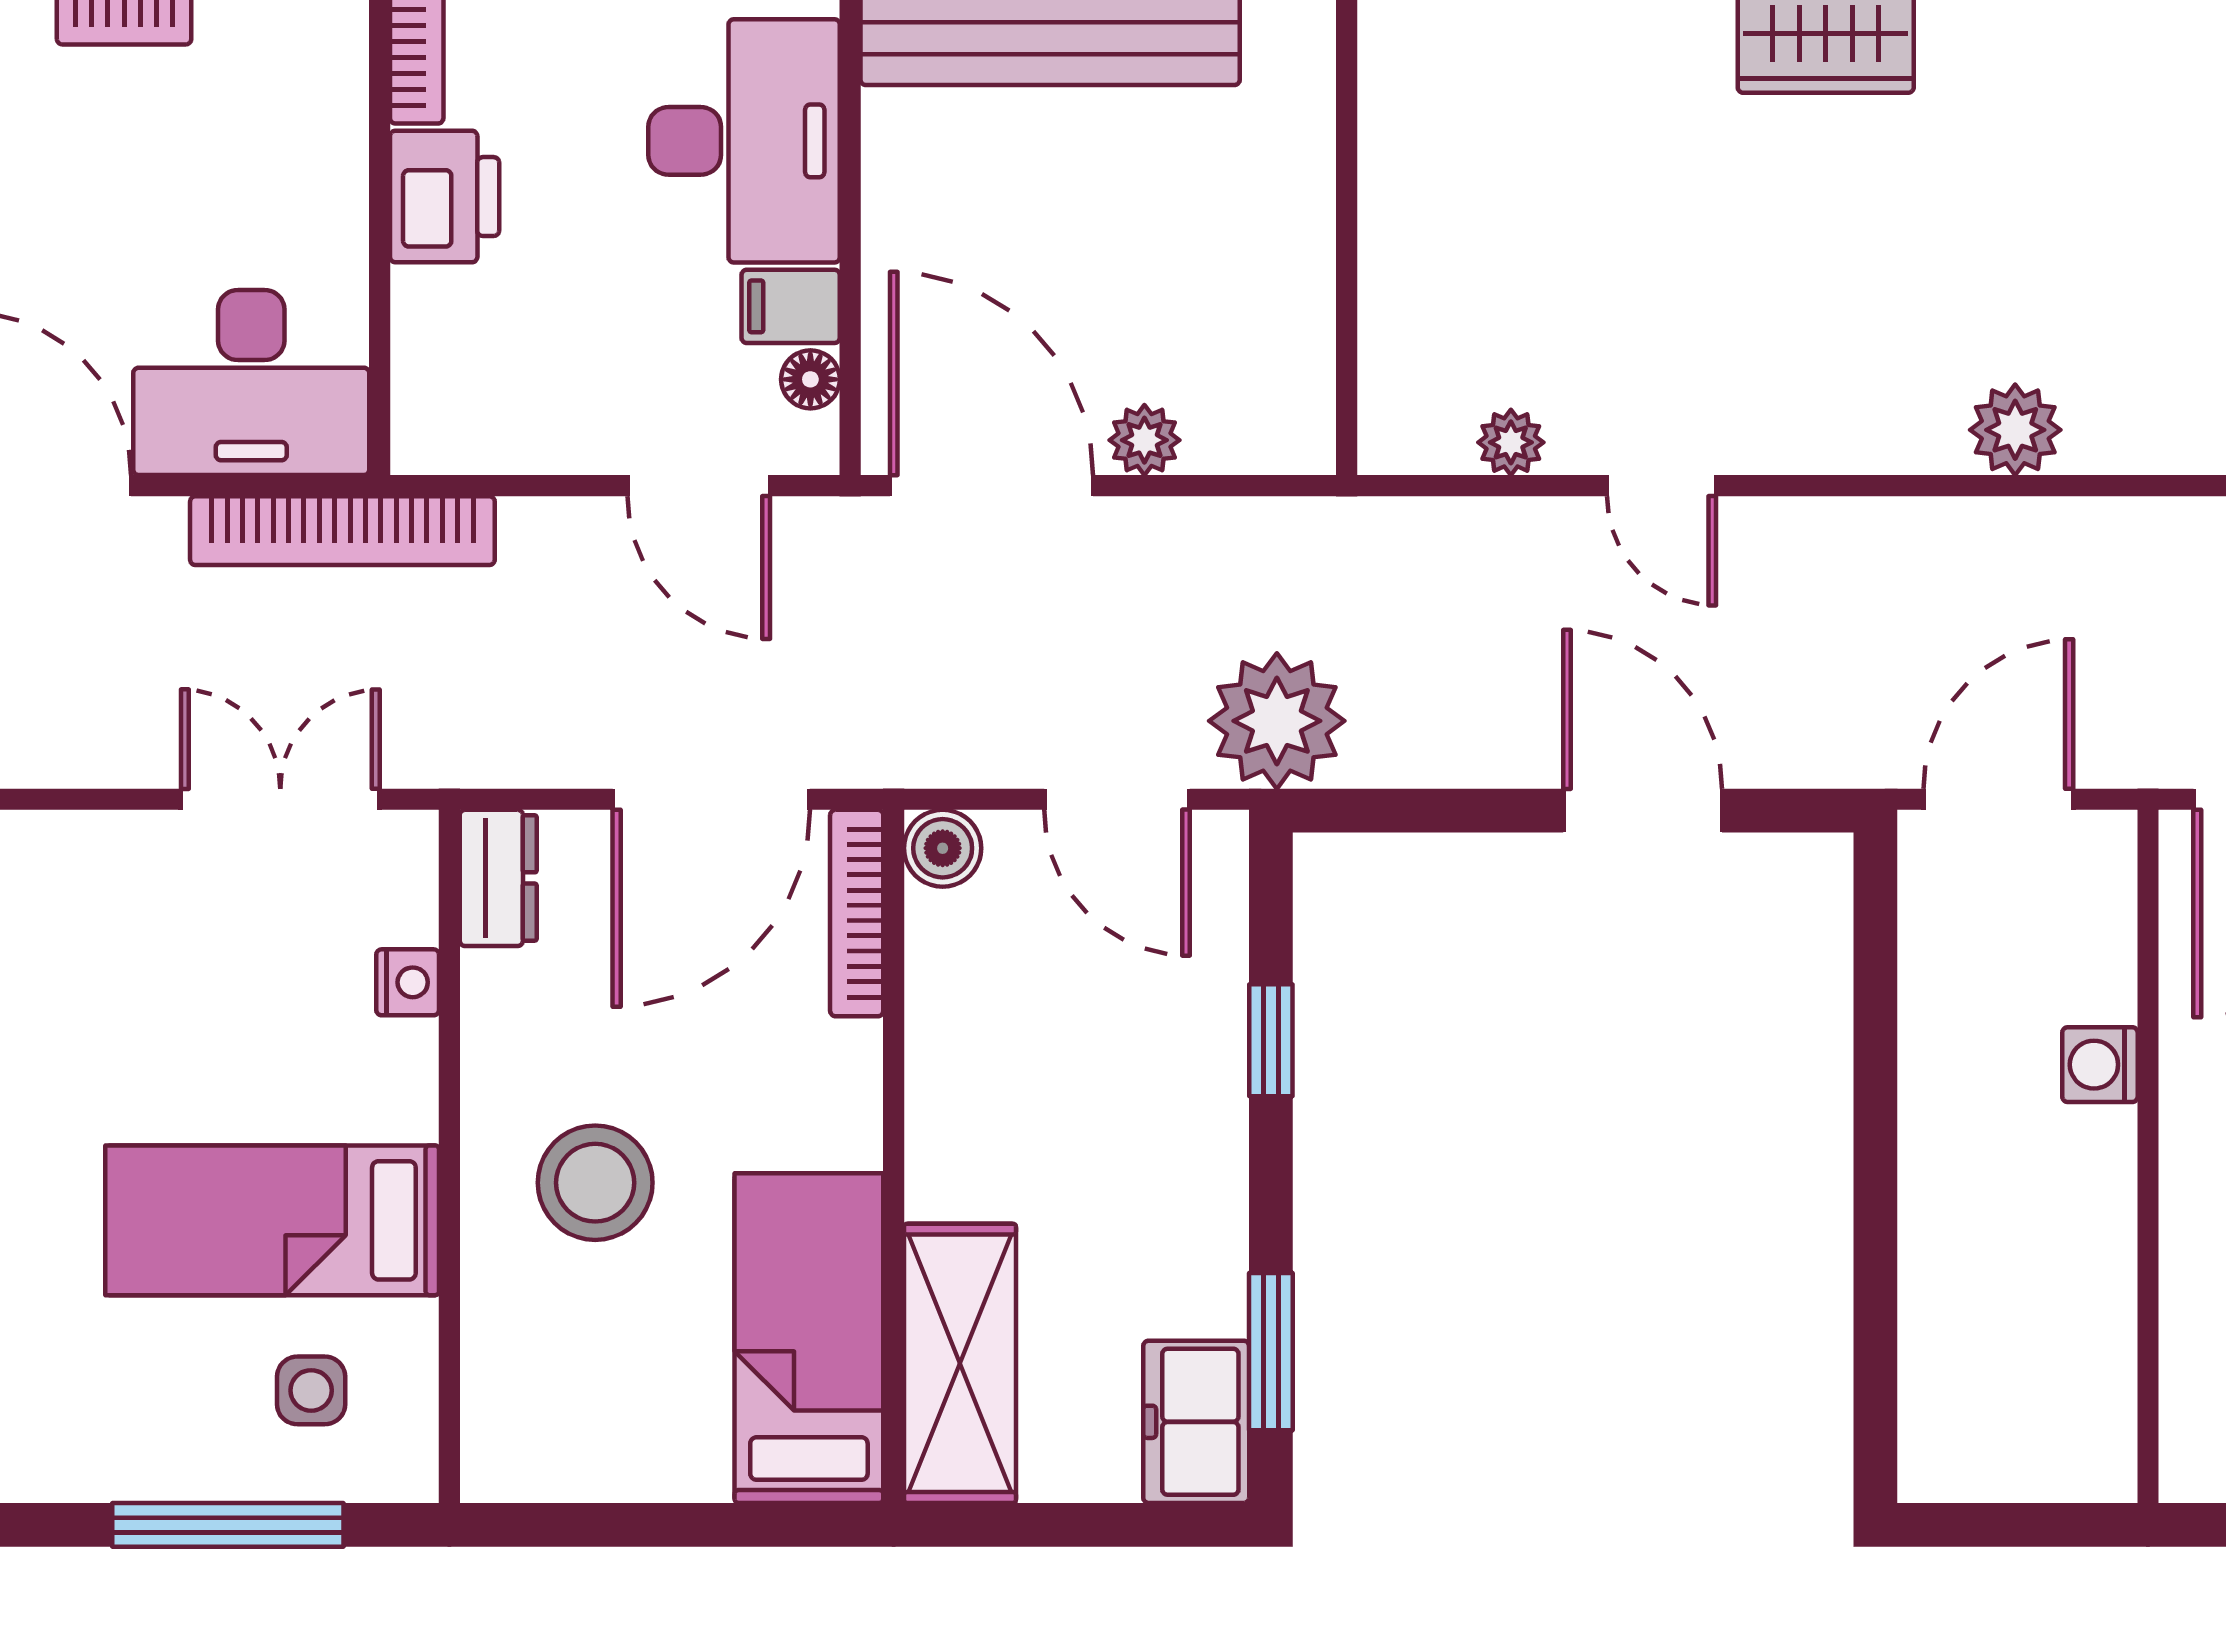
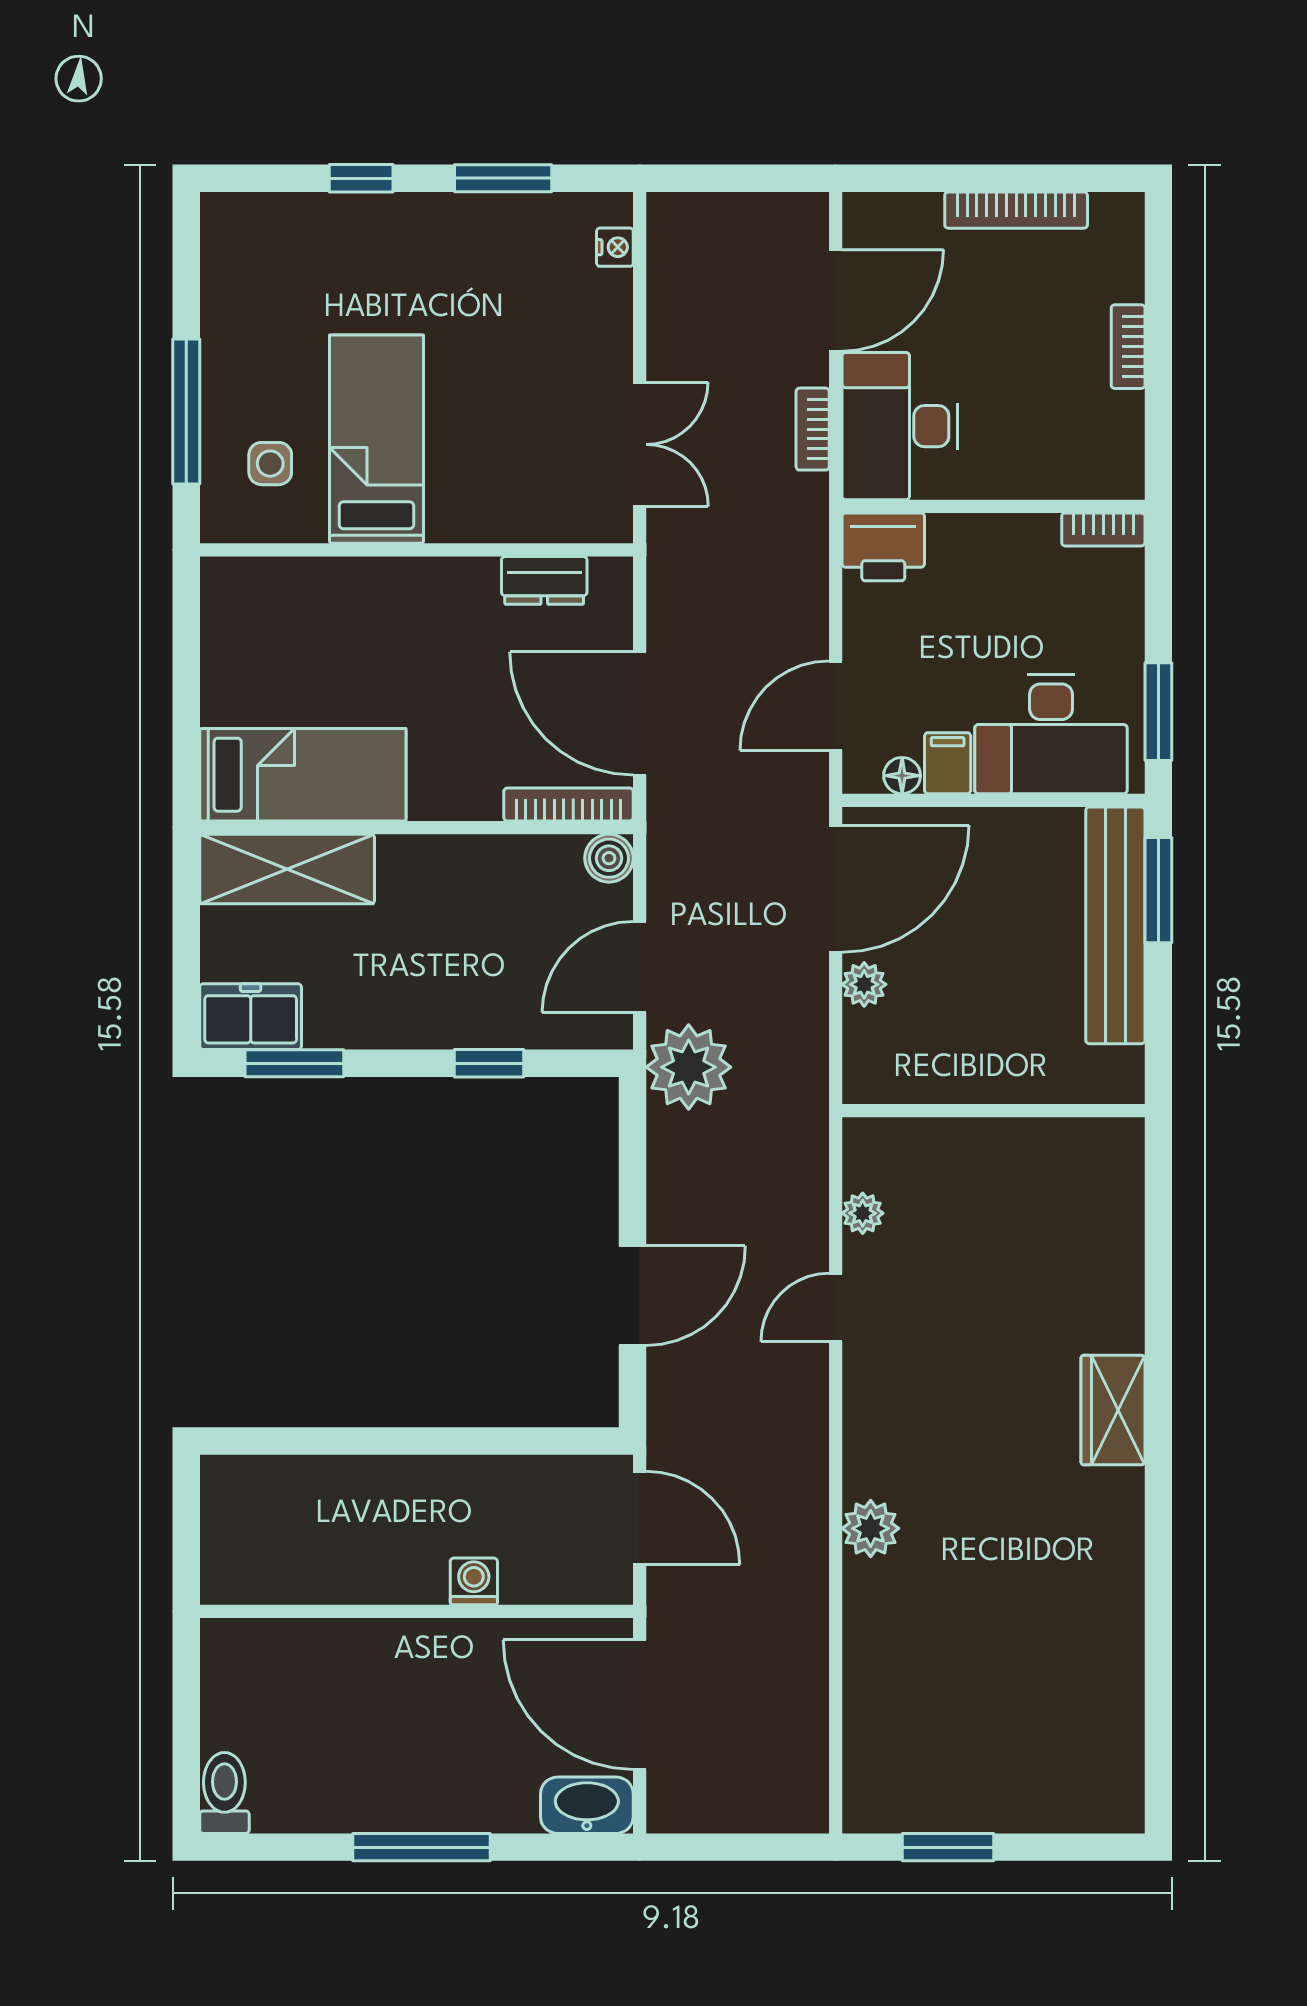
printer: (445, 197) -> (883, 547), moved
bookcase: (342, 531) -> (813, 429), width x0.43, depth x0.76
dresser: (498, 878) -> (544, 580), moved
nightstand: (408, 982) -> (525, 524), removed
stool: (595, 1183) -> (400, 641), removed

